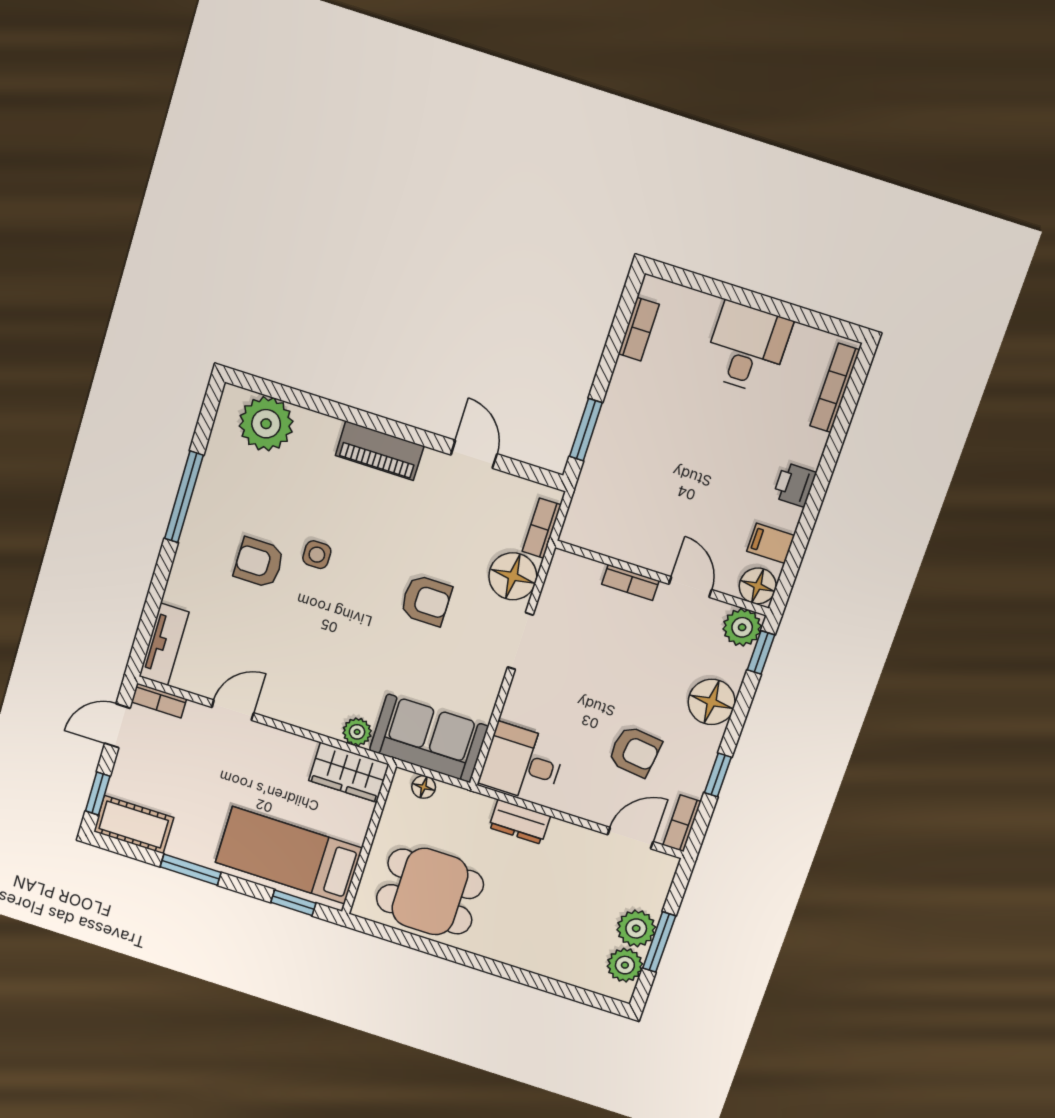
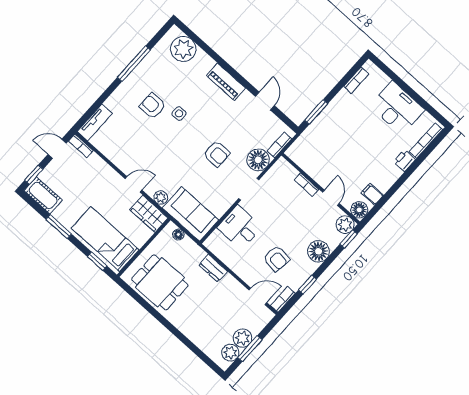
desk: (747, 348) -> (397, 108), width x1.37
printer: (795, 485) -> (404, 161), moved
door: (233, 710) -> (133, 184), moved
desk: (522, 763) -> (240, 227), moved

